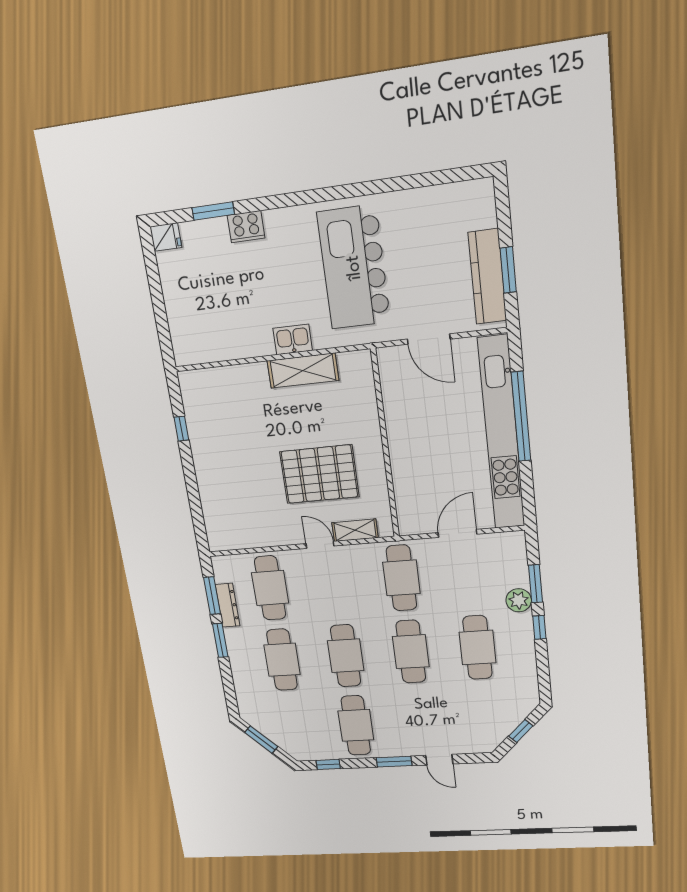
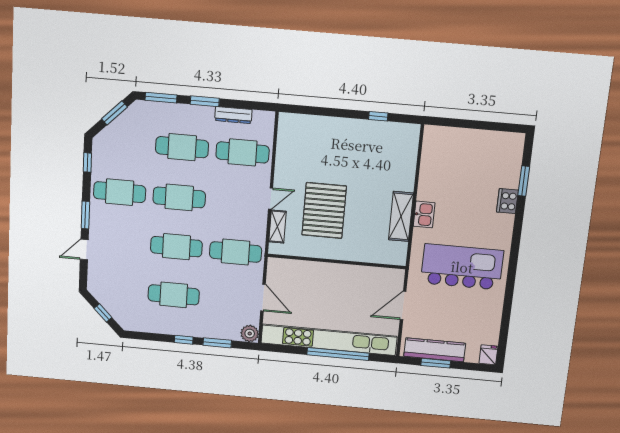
fridge: (166, 237) -> (488, 355), moved, turned 180
window: (212, 596) -> (161, 98), moved
plant: (519, 600) -> (250, 334), moved

